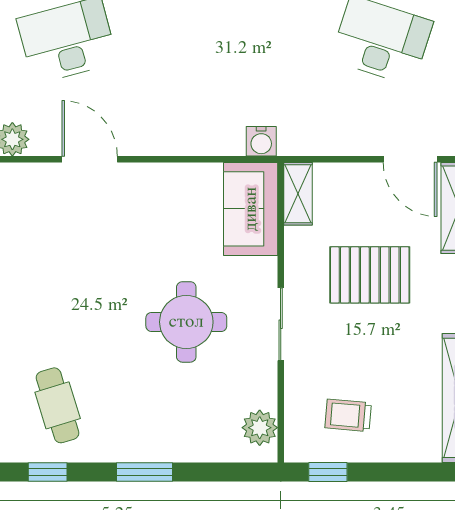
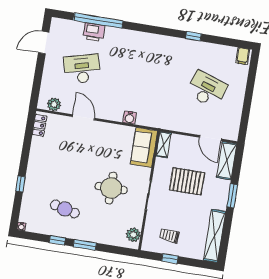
water cooler: (261, 141) -> (130, 118), moved
cafe table: (58, 405) -> (65, 209), moved, turned -59
window: (48, 472) -> (57, 240), moved
window: (328, 472) -> (170, 259), moved

